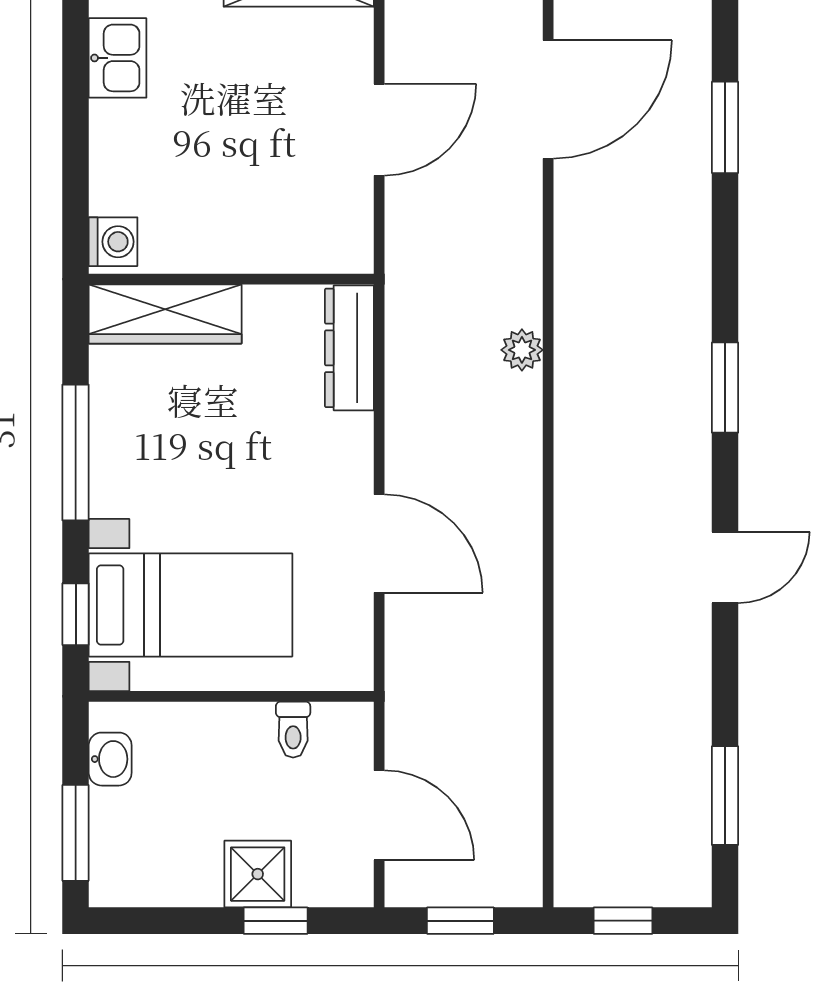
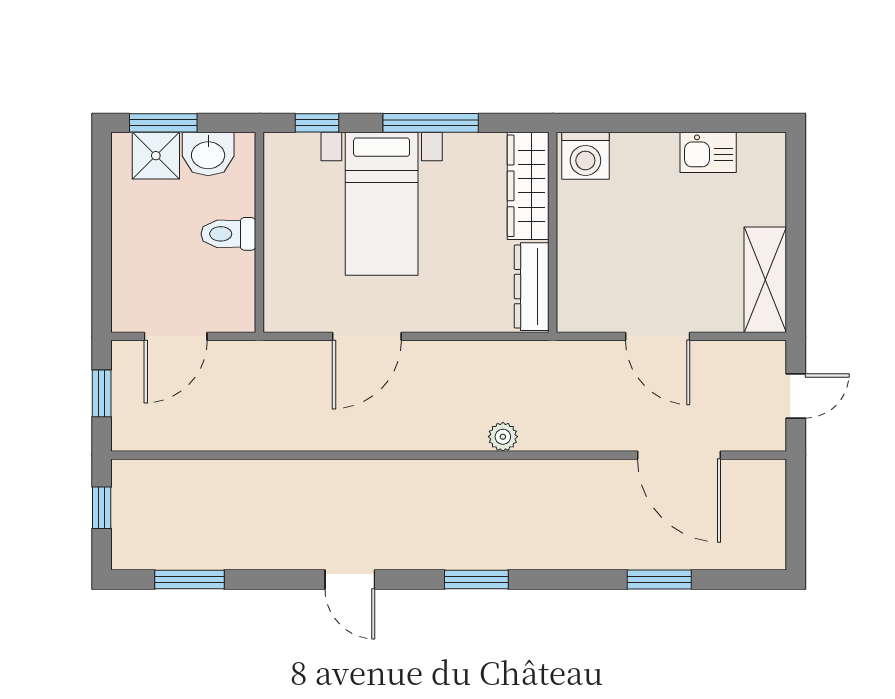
washing machine: (113, 242) -> (585, 156), width x1.38, depth x1.38
dresser: (349, 348) -> (532, 287), moved, turned -90
bed with nightstands: (191, 605) -> (382, 204), moved
toilet: (293, 730) -> (228, 234), moved, width x1.37, depth x1.39
washbasin: (110, 759) -> (208, 154), width x1.38, depth x1.45
shower: (258, 874) -> (156, 156), moved
window: (276, 921) -> (102, 263), removed

